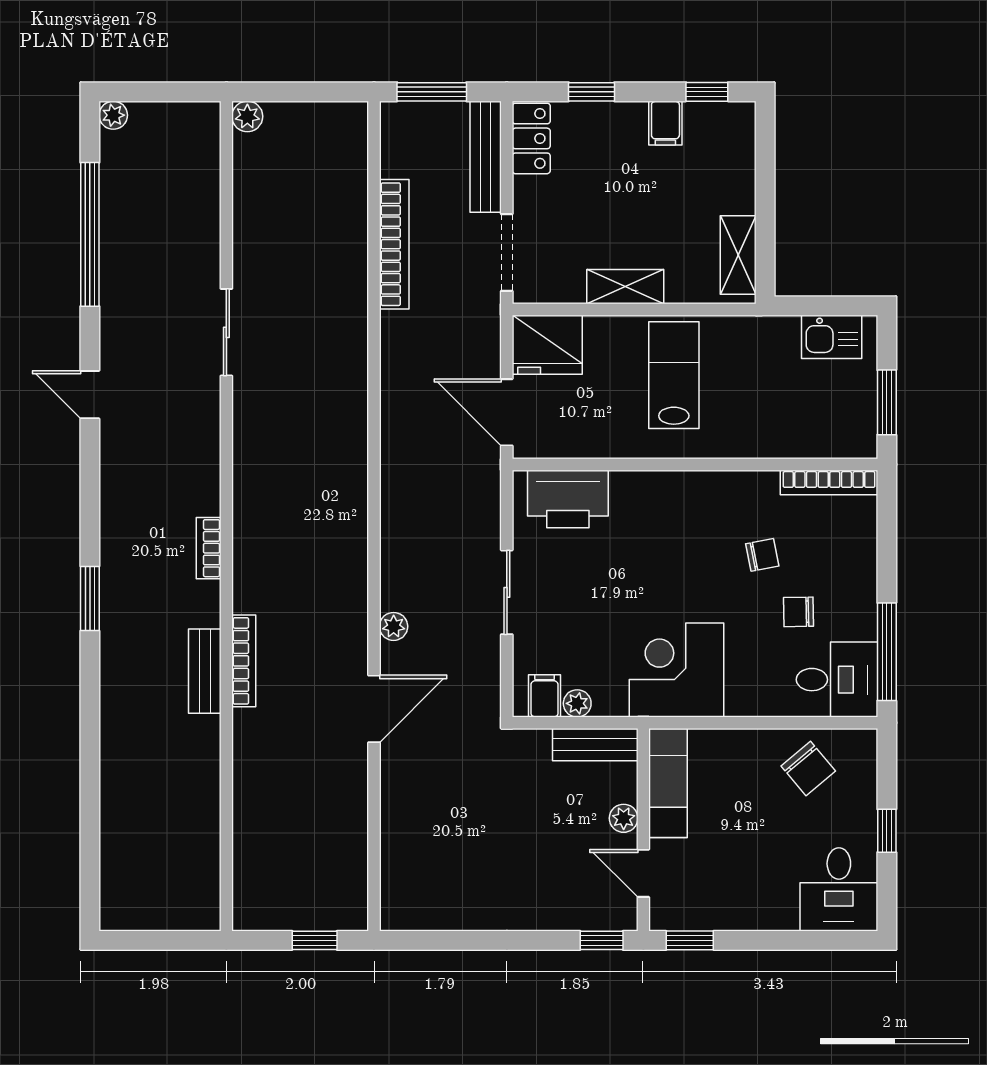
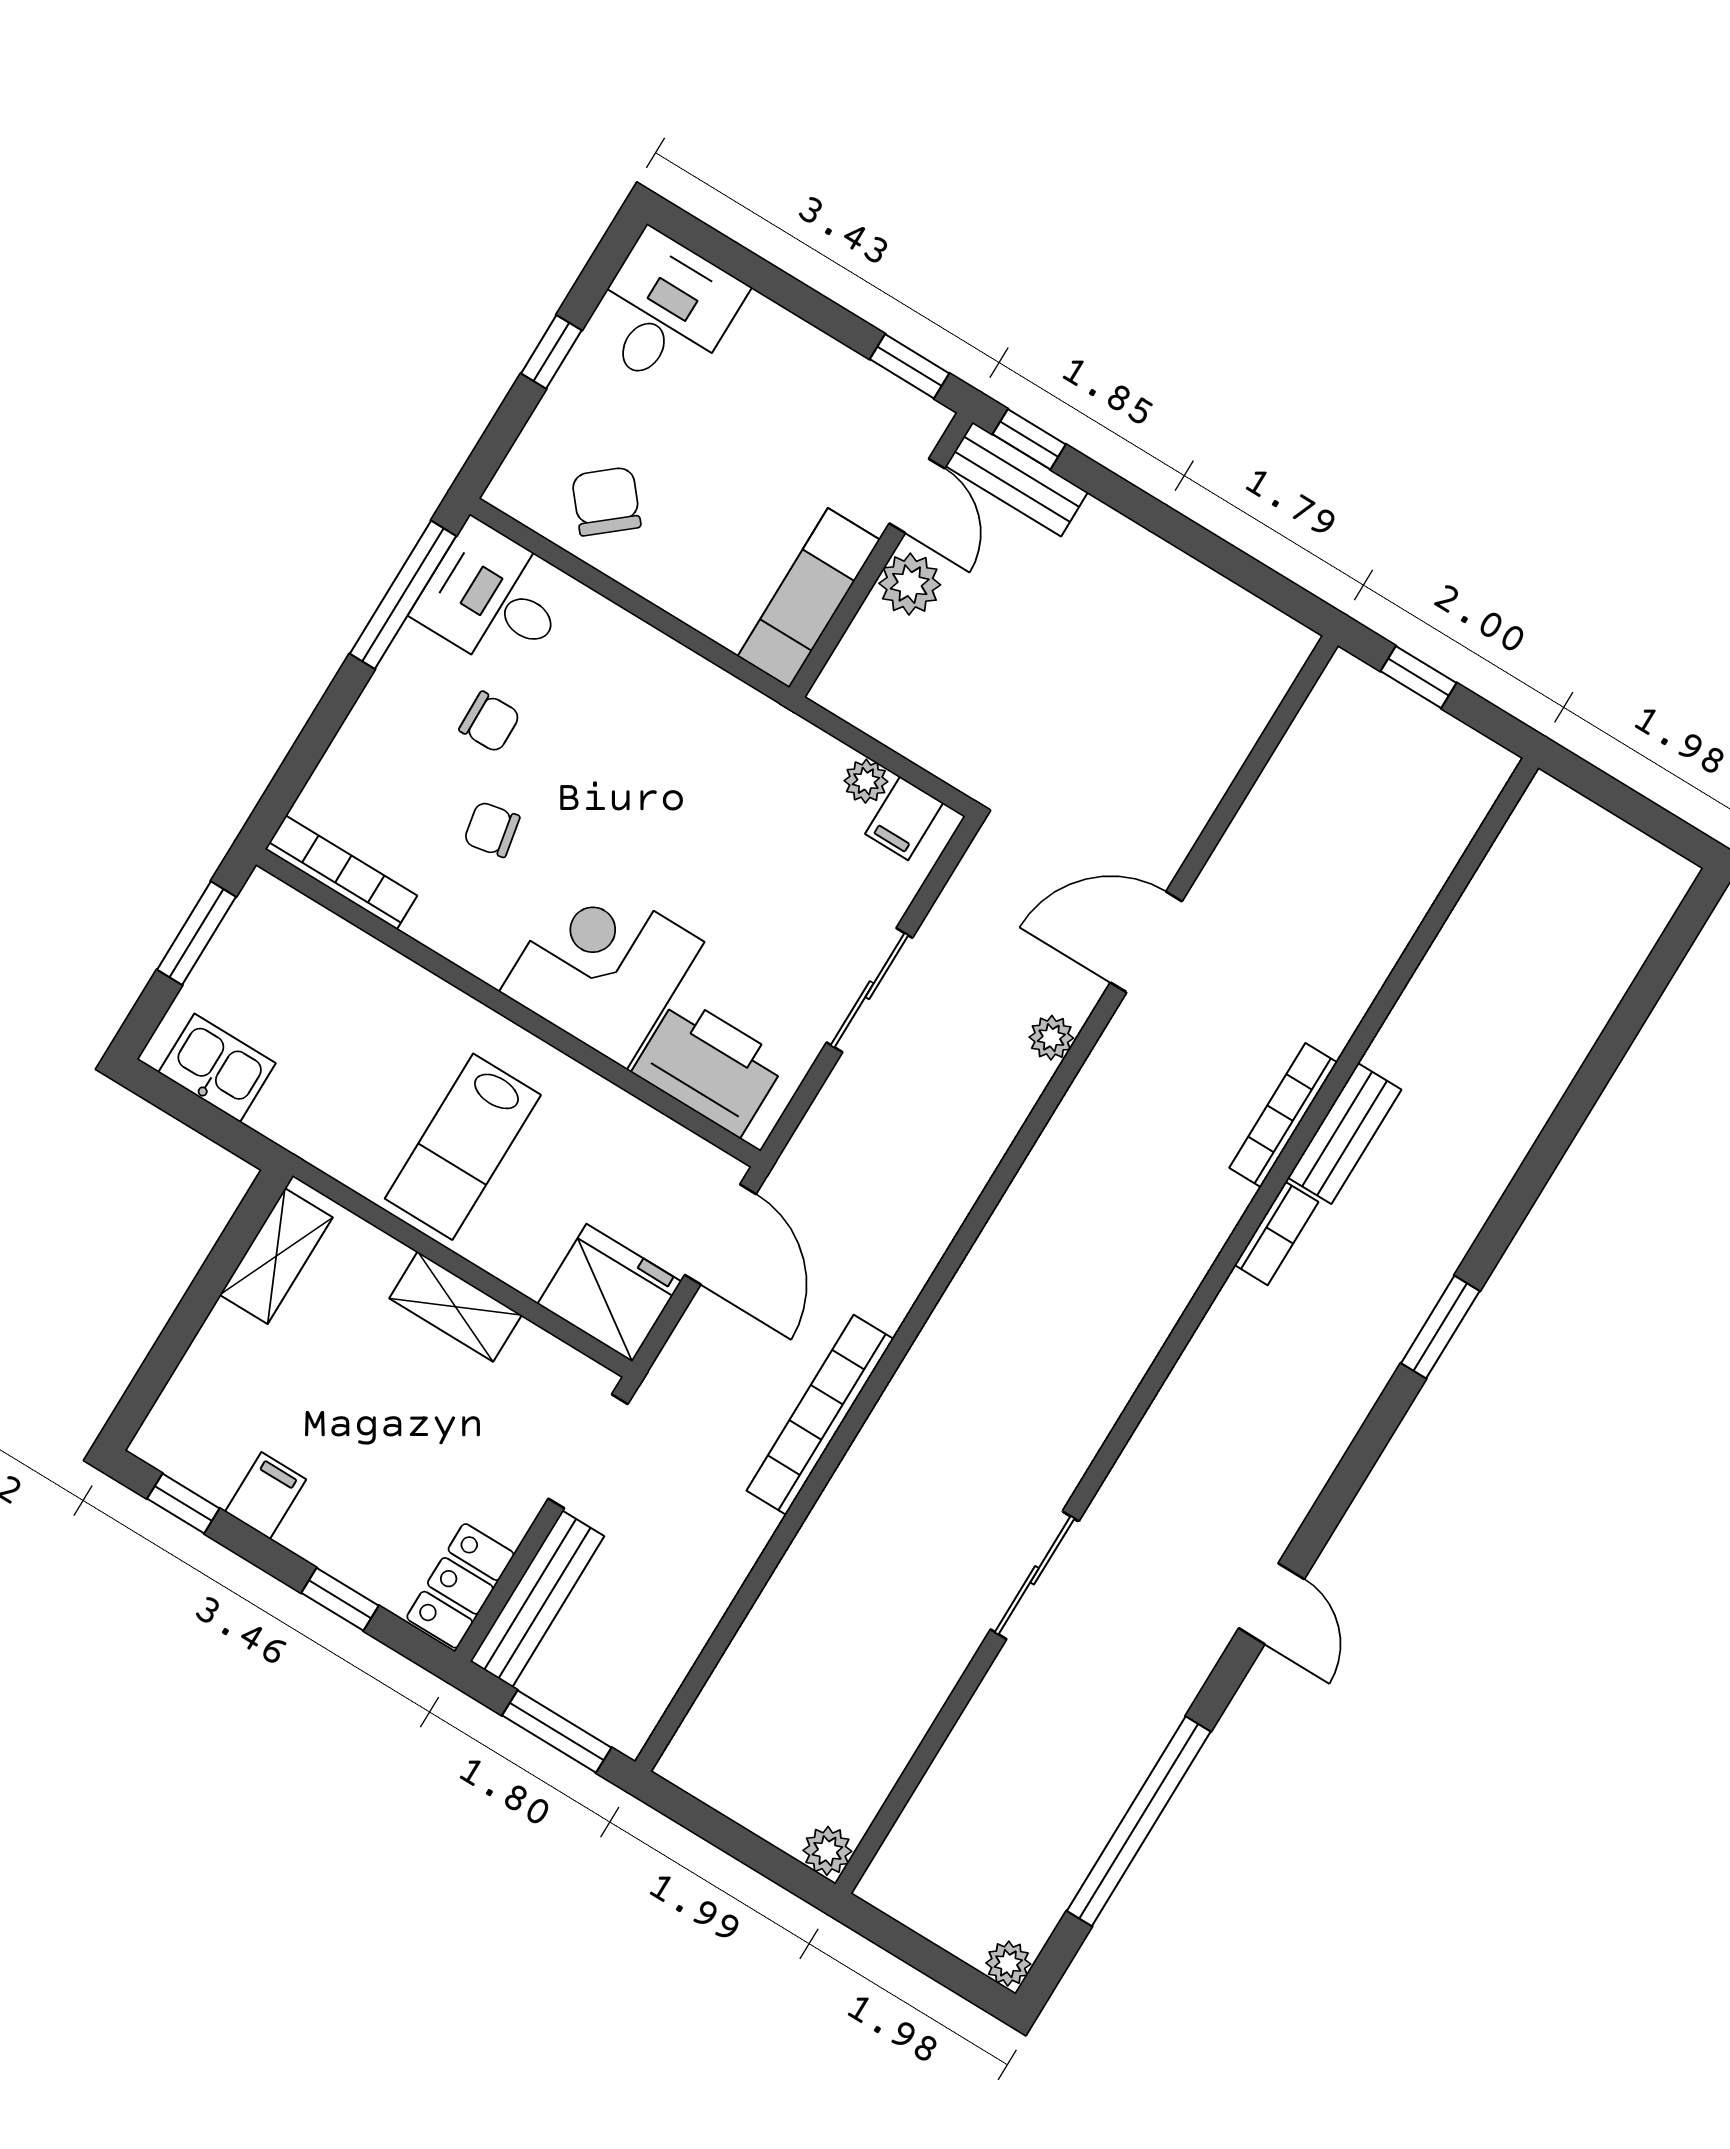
bookcase: (394, 244) -> (820, 1415), moved
bookcase: (209, 548) -> (1276, 1233), moved
corner desk: (676, 670) -> (602, 967), moved, turned 180
bench: (595, 745) -> (1017, 479), moved
plant: (624, 818) -> (910, 584), width x1.38, depth x1.38

